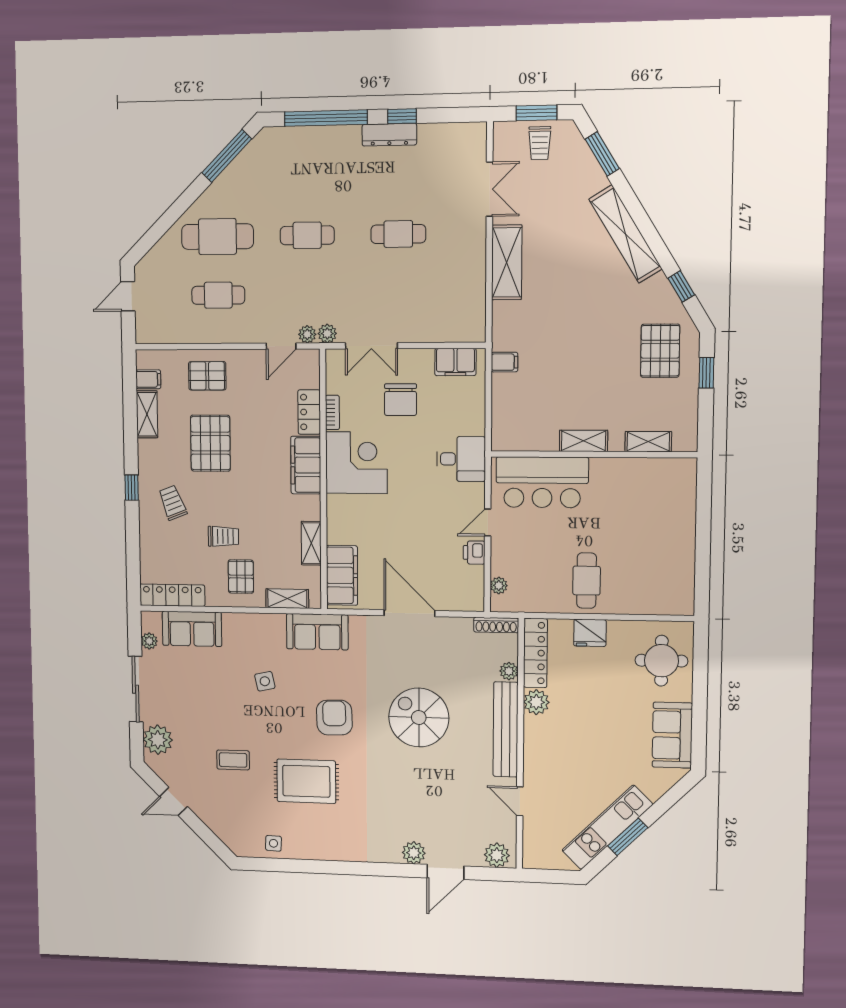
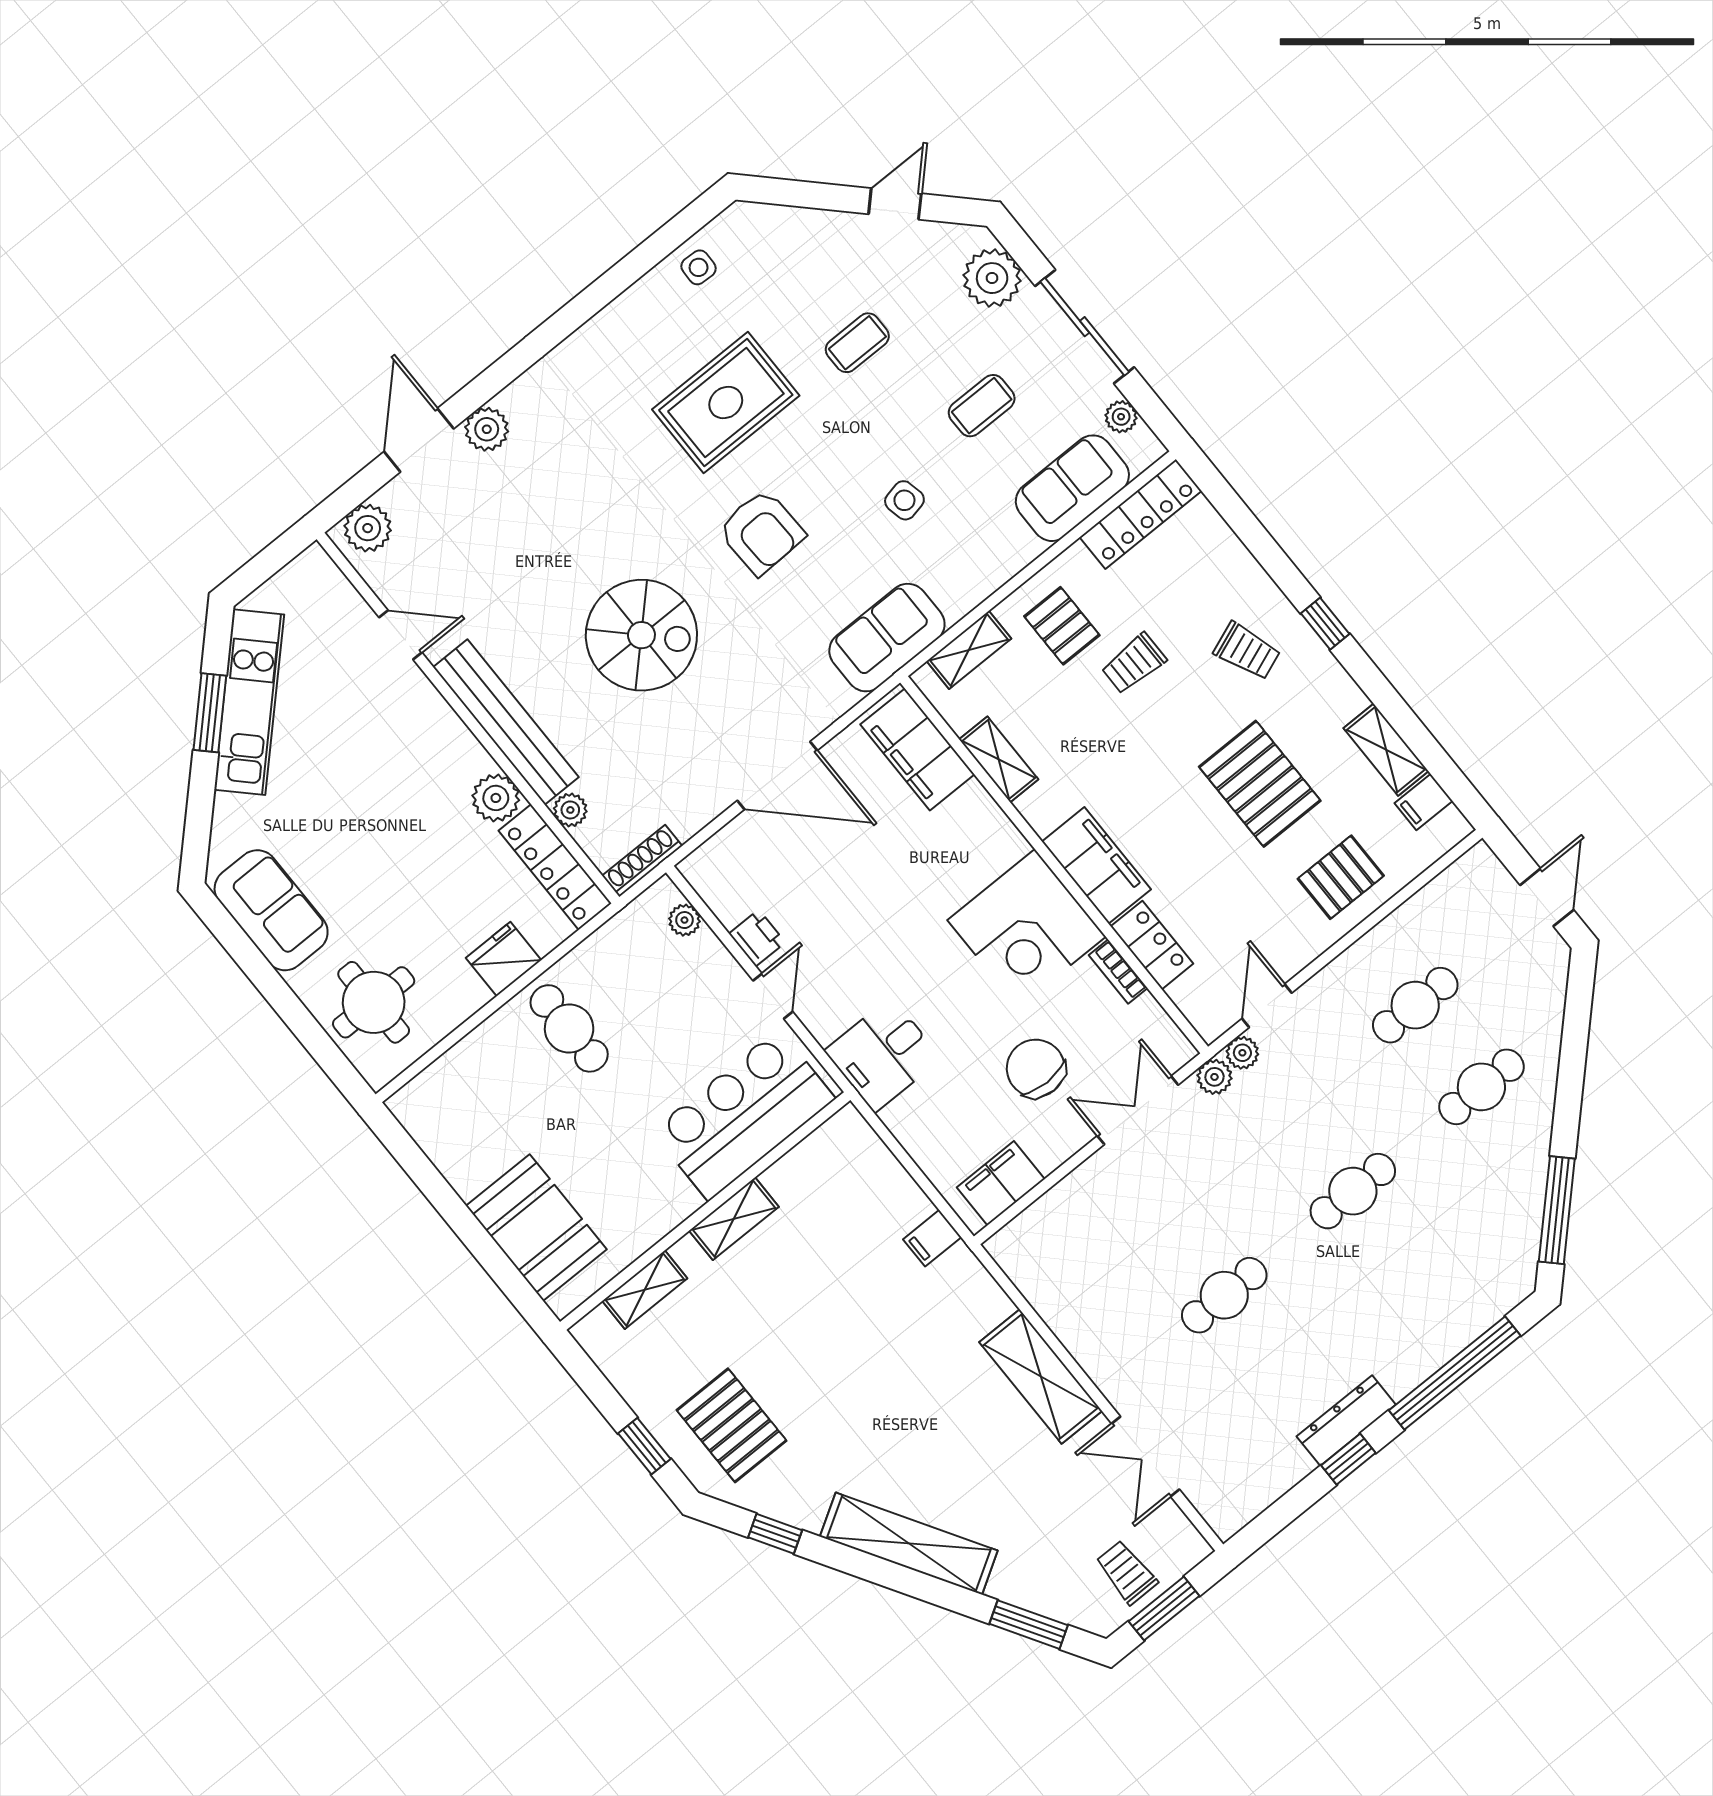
cafe table: (217, 237) -> (1481, 1087), width x0.73, depth x0.74
booth: (673, 507) -> (536, 1228), added
coffee table: (203, 693) -> (982, 406), added

